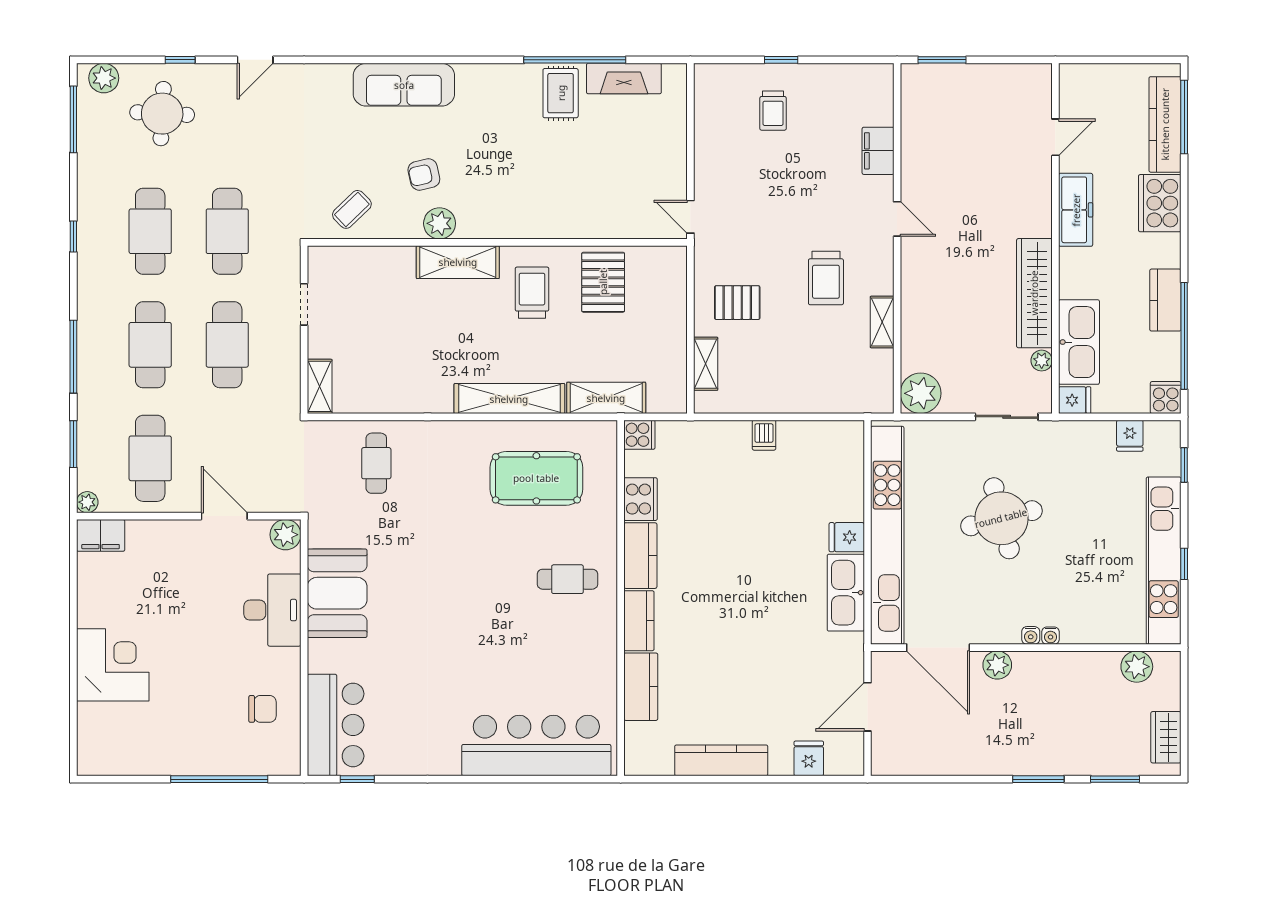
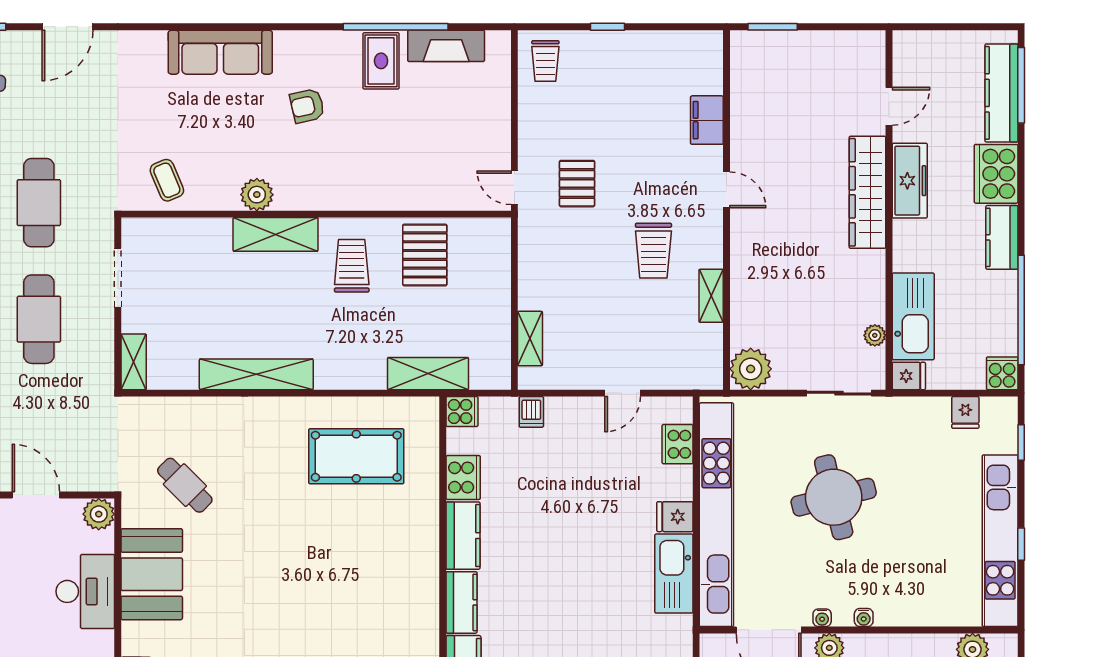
door: (255, 60) -> (67, 27), width x1.38
trolley: (773, 111) -> (545, 61), moved
armchair: (424, 174) -> (307, 106), moved
coffee table: (352, 209) -> (167, 180), turned -69
wardrobe: (1034, 293) -> (867, 192), moved
kitchen counter: (1165, 300) -> (1002, 237), moved
pallet: (737, 303) -> (577, 184), moved, turned 90
doorway: (304, 304) -> (118, 278), width x1.38
shelving: (509, 399) -> (256, 374), moved
door: (796, 417) -> (623, 393), added
dishwasher: (764, 435) -> (531, 412), moved
cafe table: (376, 463) -> (185, 485), moved, turned -45
cooker: (849, 467) -> (678, 444), added
cafe table: (567, 579) -> (388, 560), removed
water cooler: (1051, 636) -> (822, 618), moved

